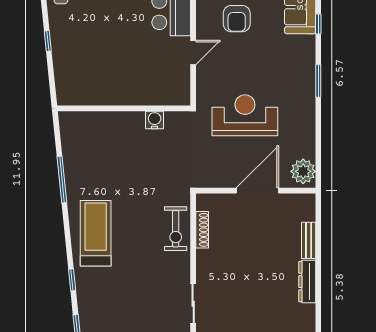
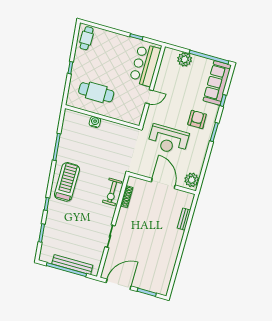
armchair: (237, 19) -> (197, 119), moved, turned 180
cafe table: (102, 70) -> (96, 92), added
reception desk: (245, 115) -> (168, 140), turned 180
water cooler: (155, 120) -> (95, 122), moved
door: (257, 191) -> (163, 183), hinge flipped
dresser: (307, 282) -> (177, 242), removed

